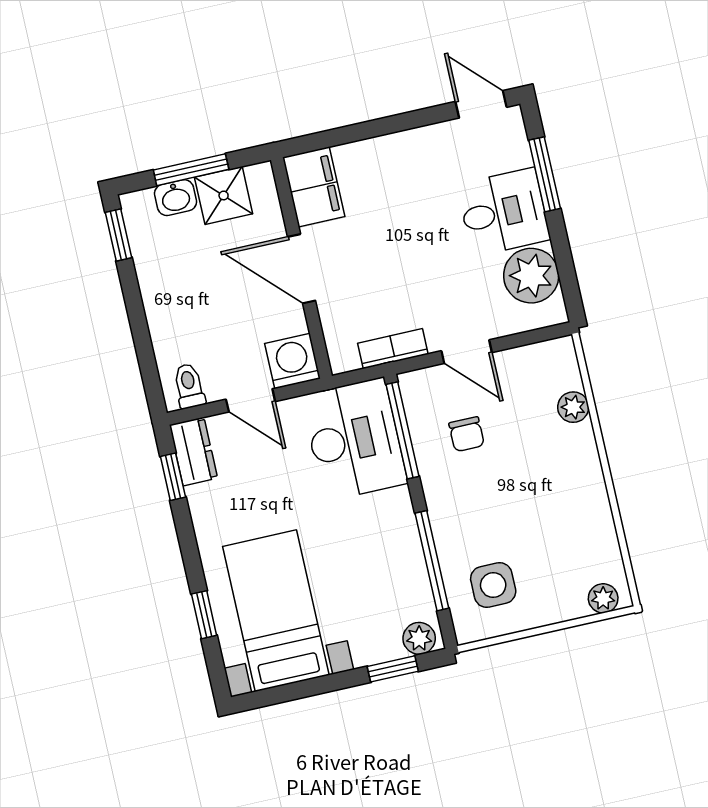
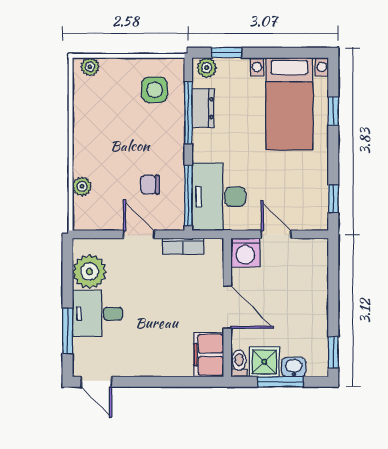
toilet: (189, 386) -> (239, 364), moved, turned 180
chair: (467, 434) -> (150, 185), turned -90
dresser: (193, 452) -> (203, 108), moved, turned 180

